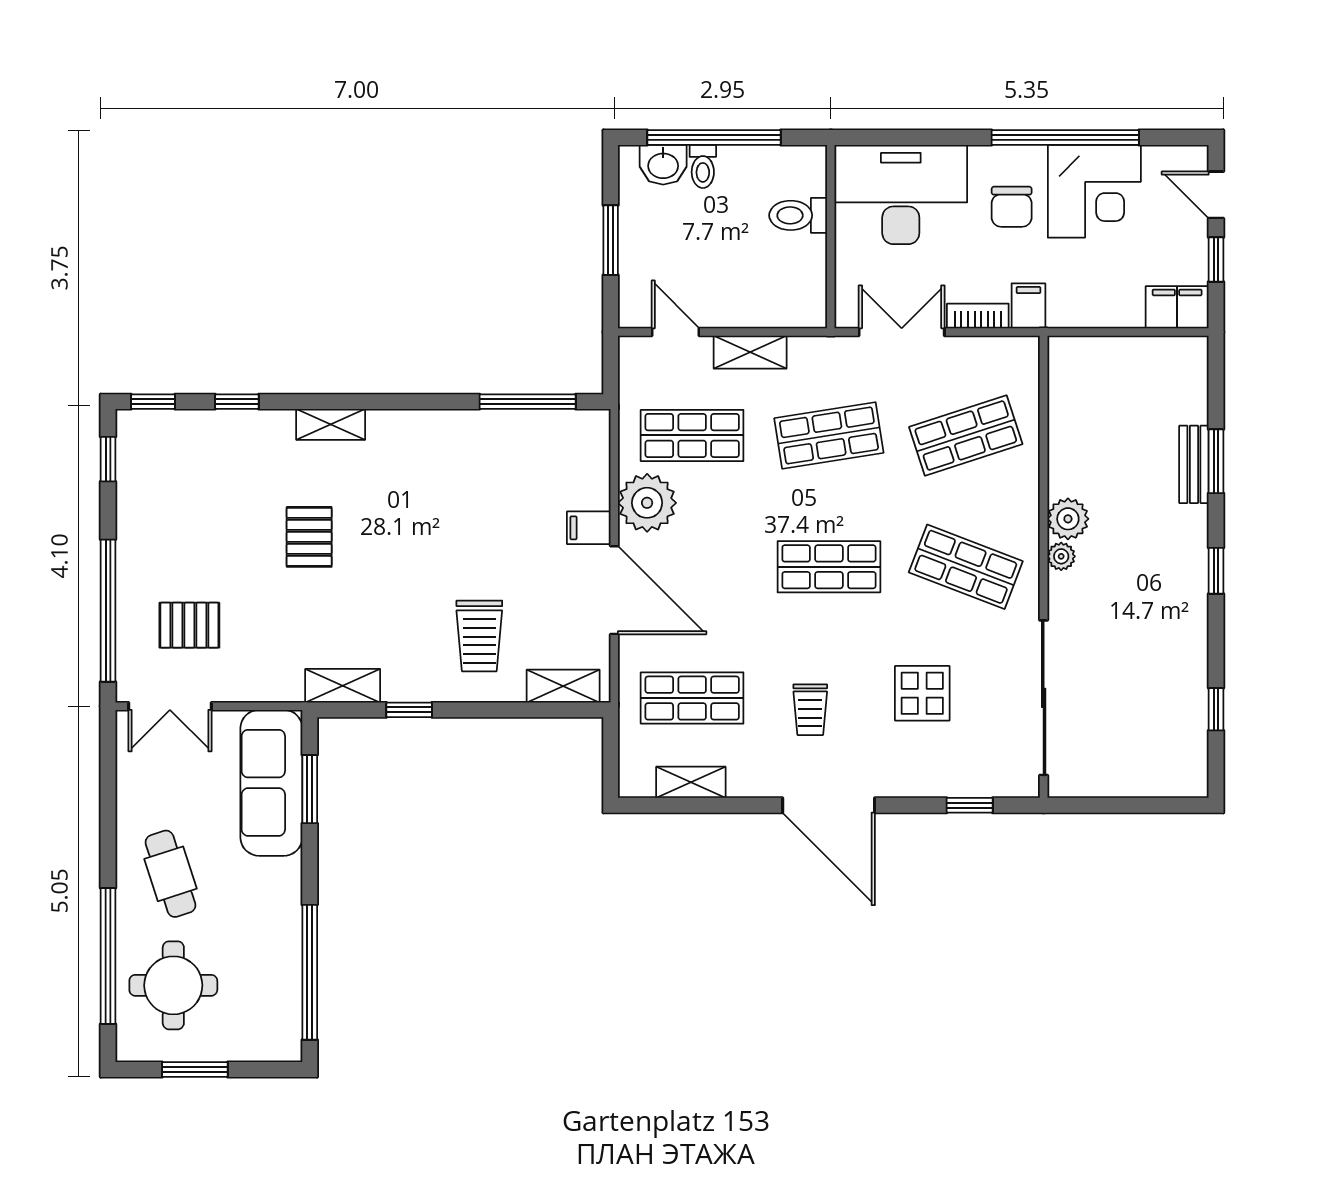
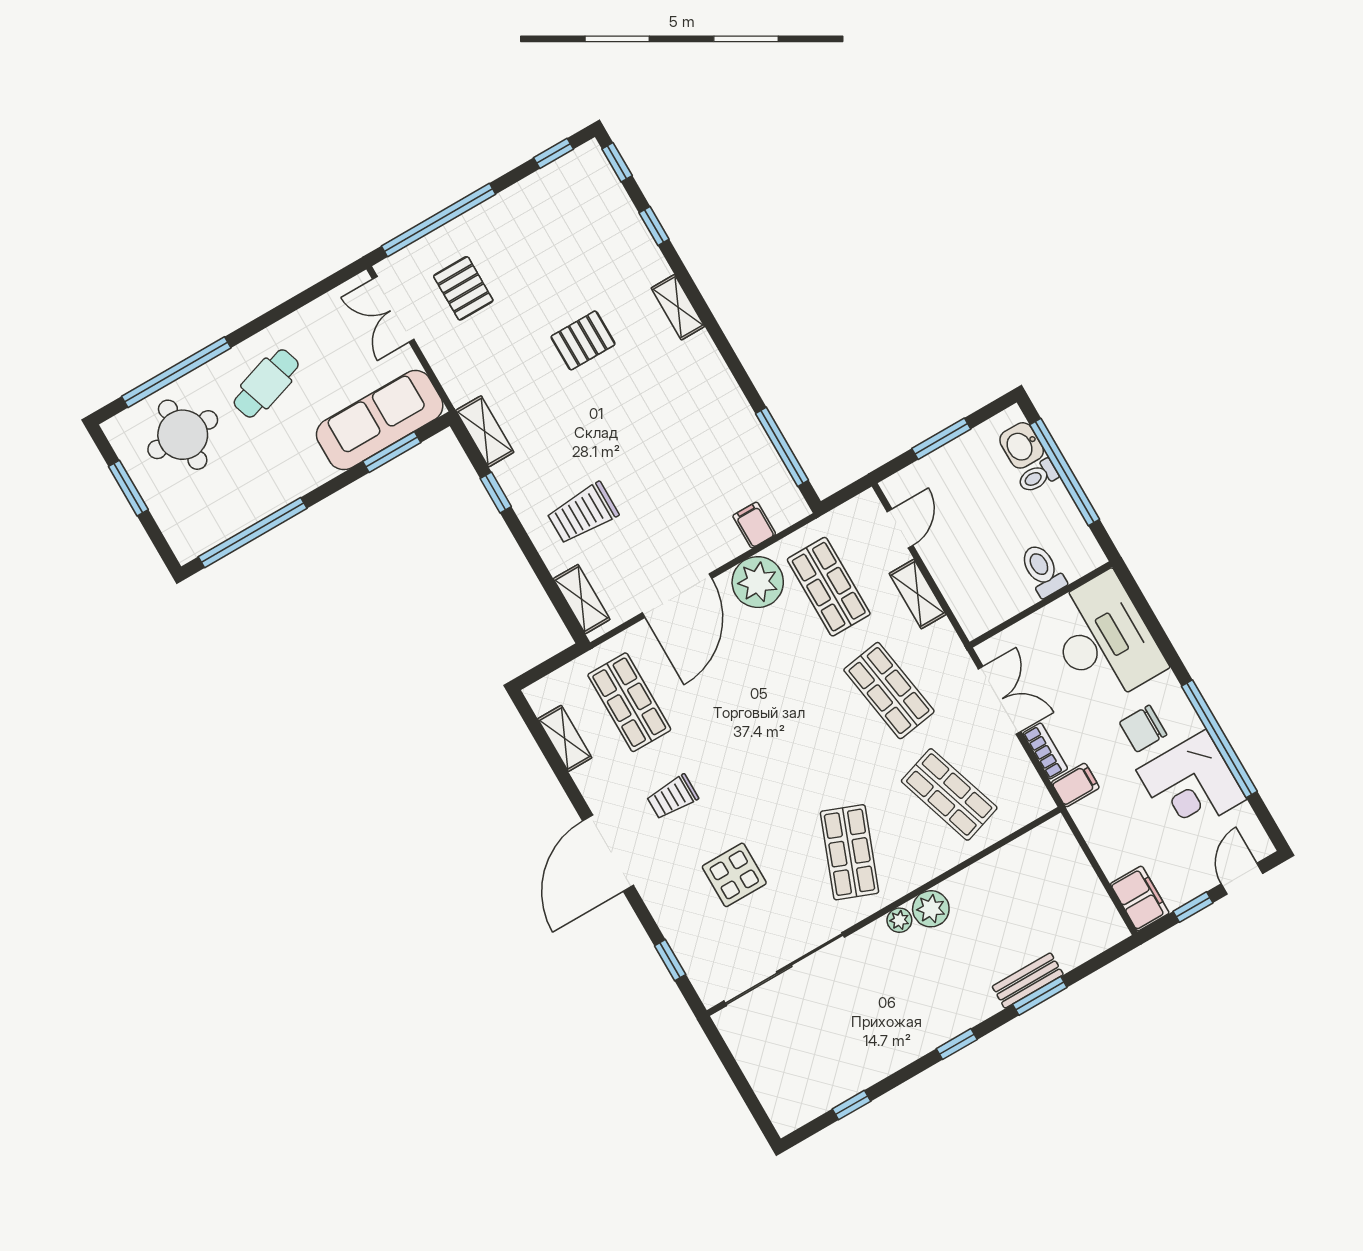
filing cabinet: (589, 528) -> (754, 525), moved
shop shelf: (829, 567) -> (789, 748), removed

